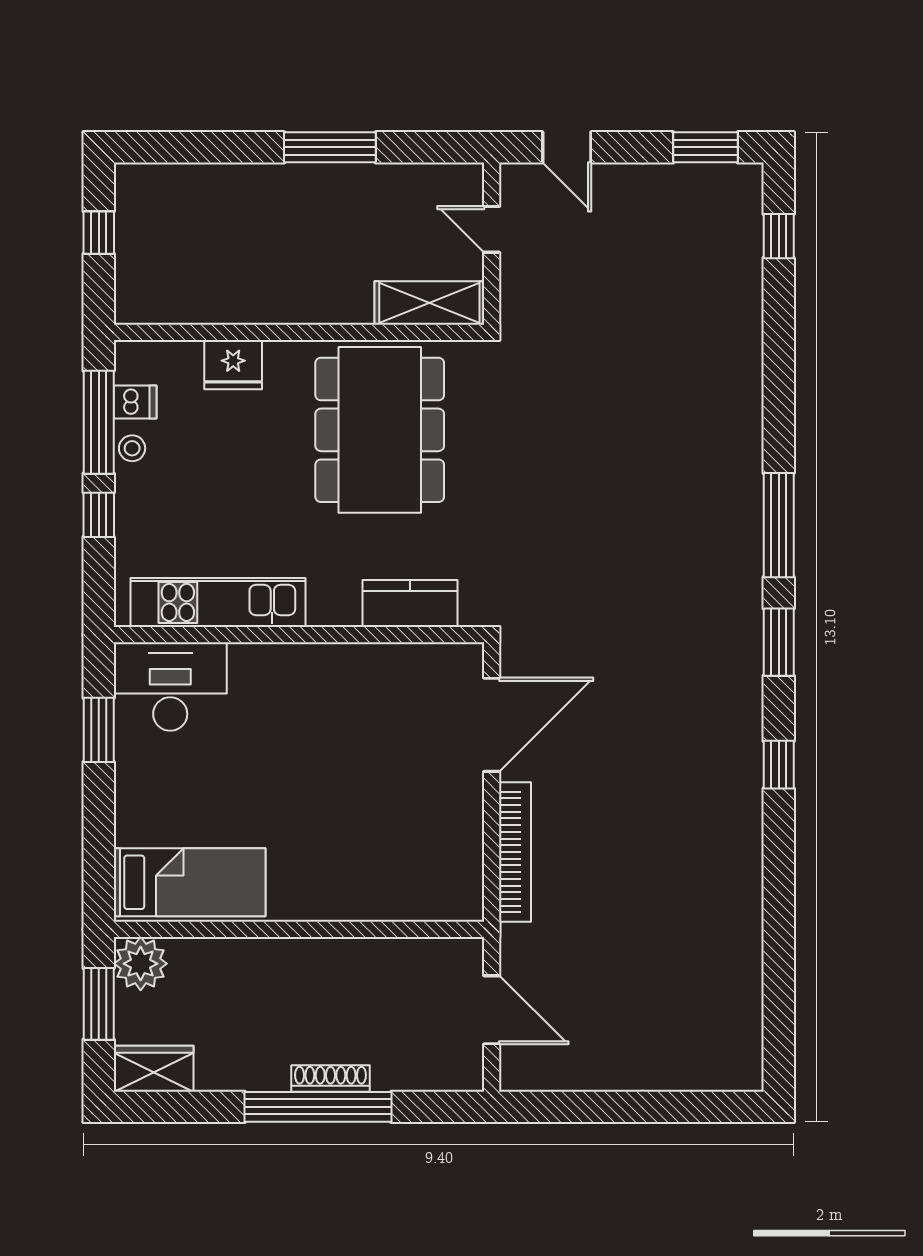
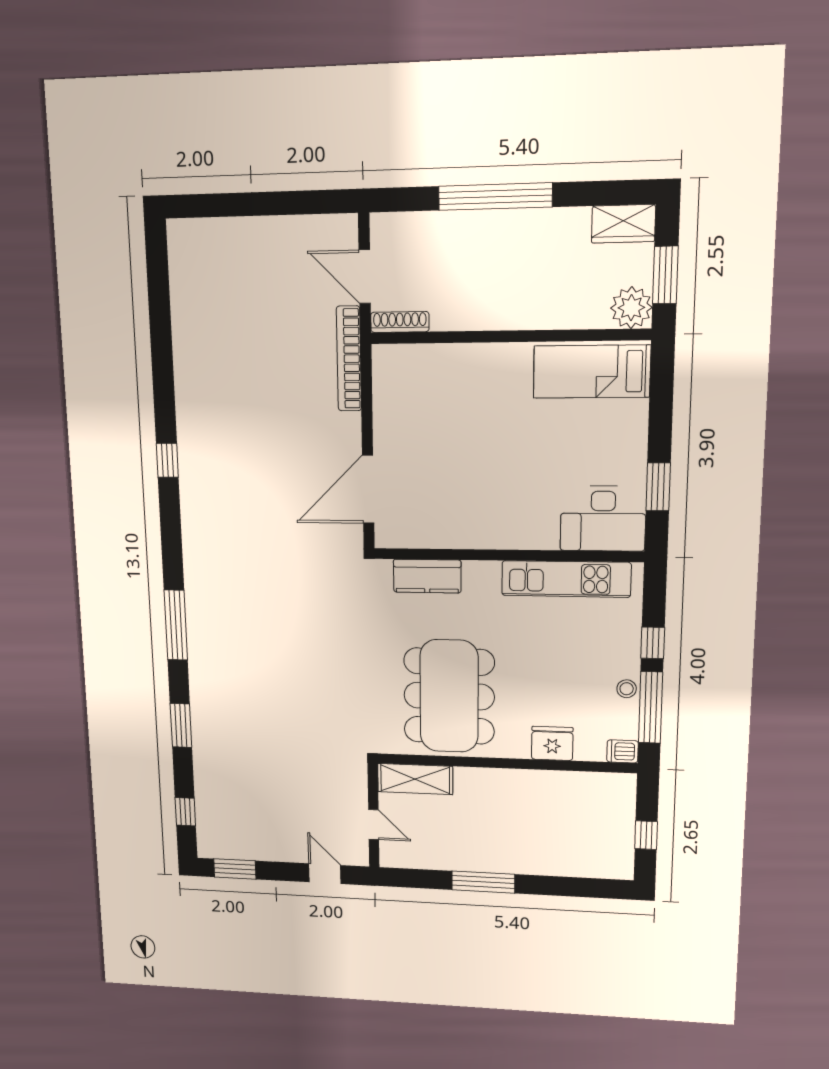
dishwasher: (135, 402) -> (622, 751), moved
window: (779, 642) -> (181, 726), moved
bookcase: (515, 852) -> (349, 359), moved
shoe rack: (331, 1078) -> (400, 322), moved, turned 180

